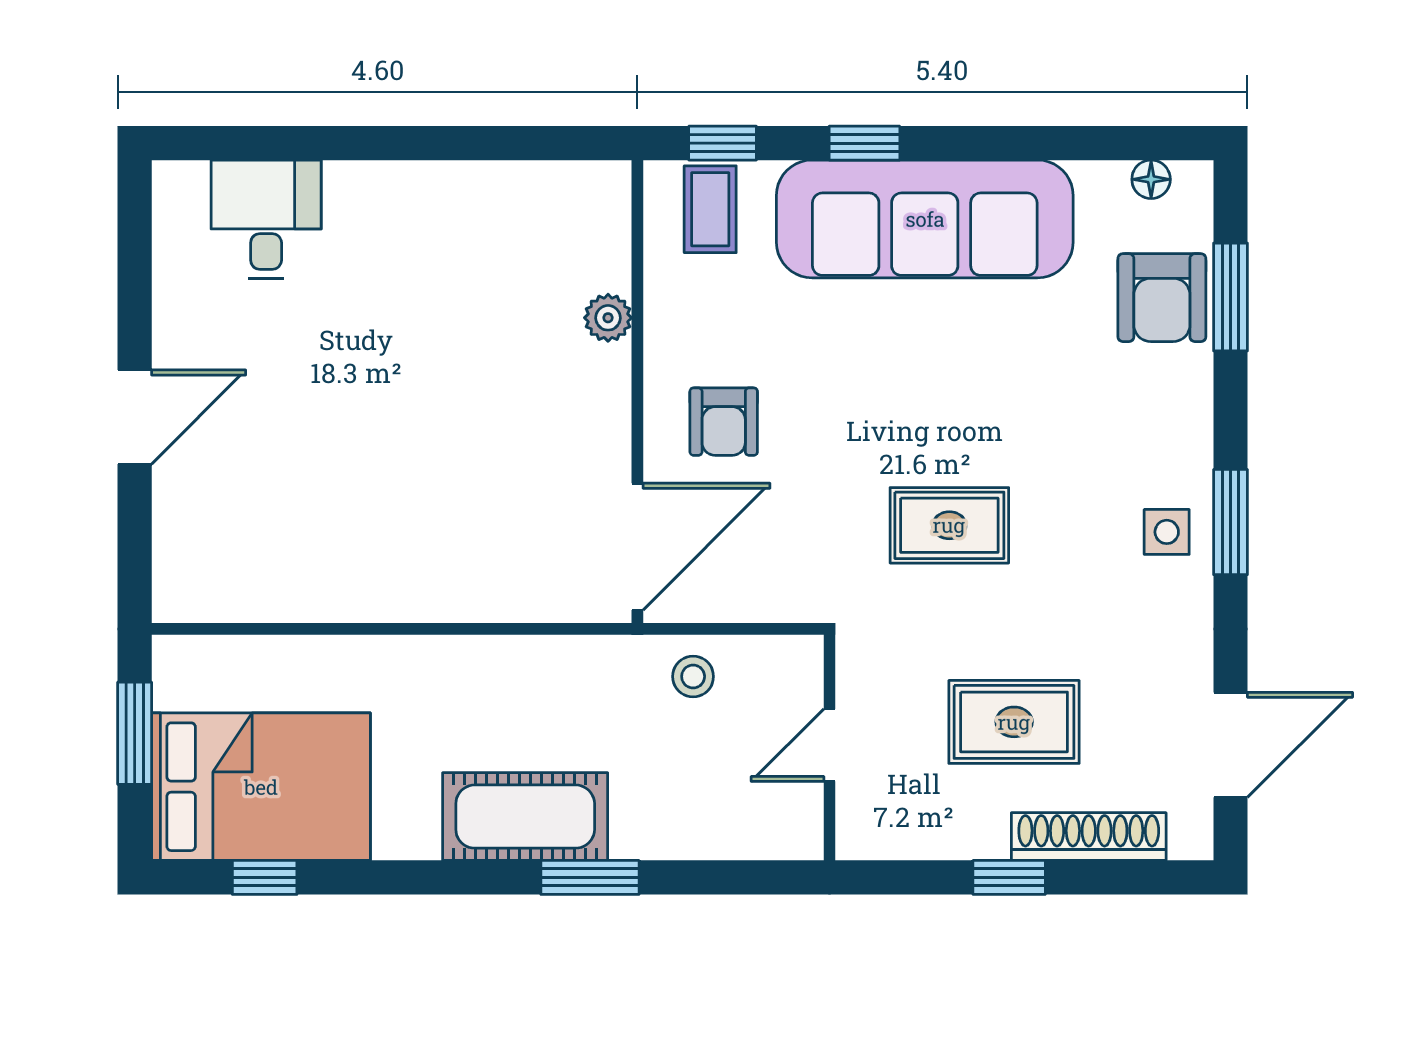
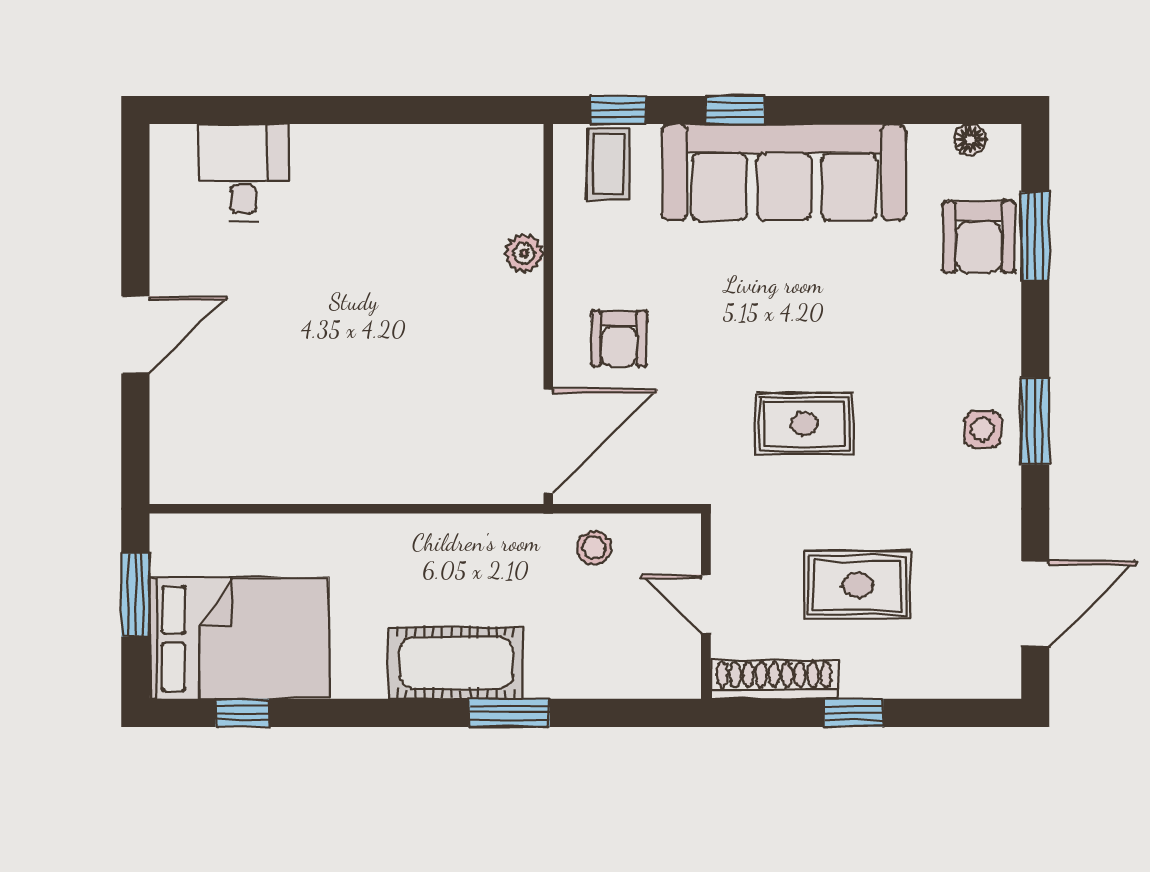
door: (829, 745) -> (706, 604), hinge flipped
shoe rack: (1089, 837) -> (774, 679), moved

